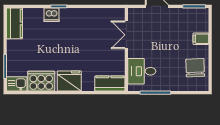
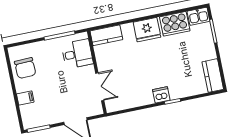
dishwasher: (52, 15) -> (161, 95), moved

